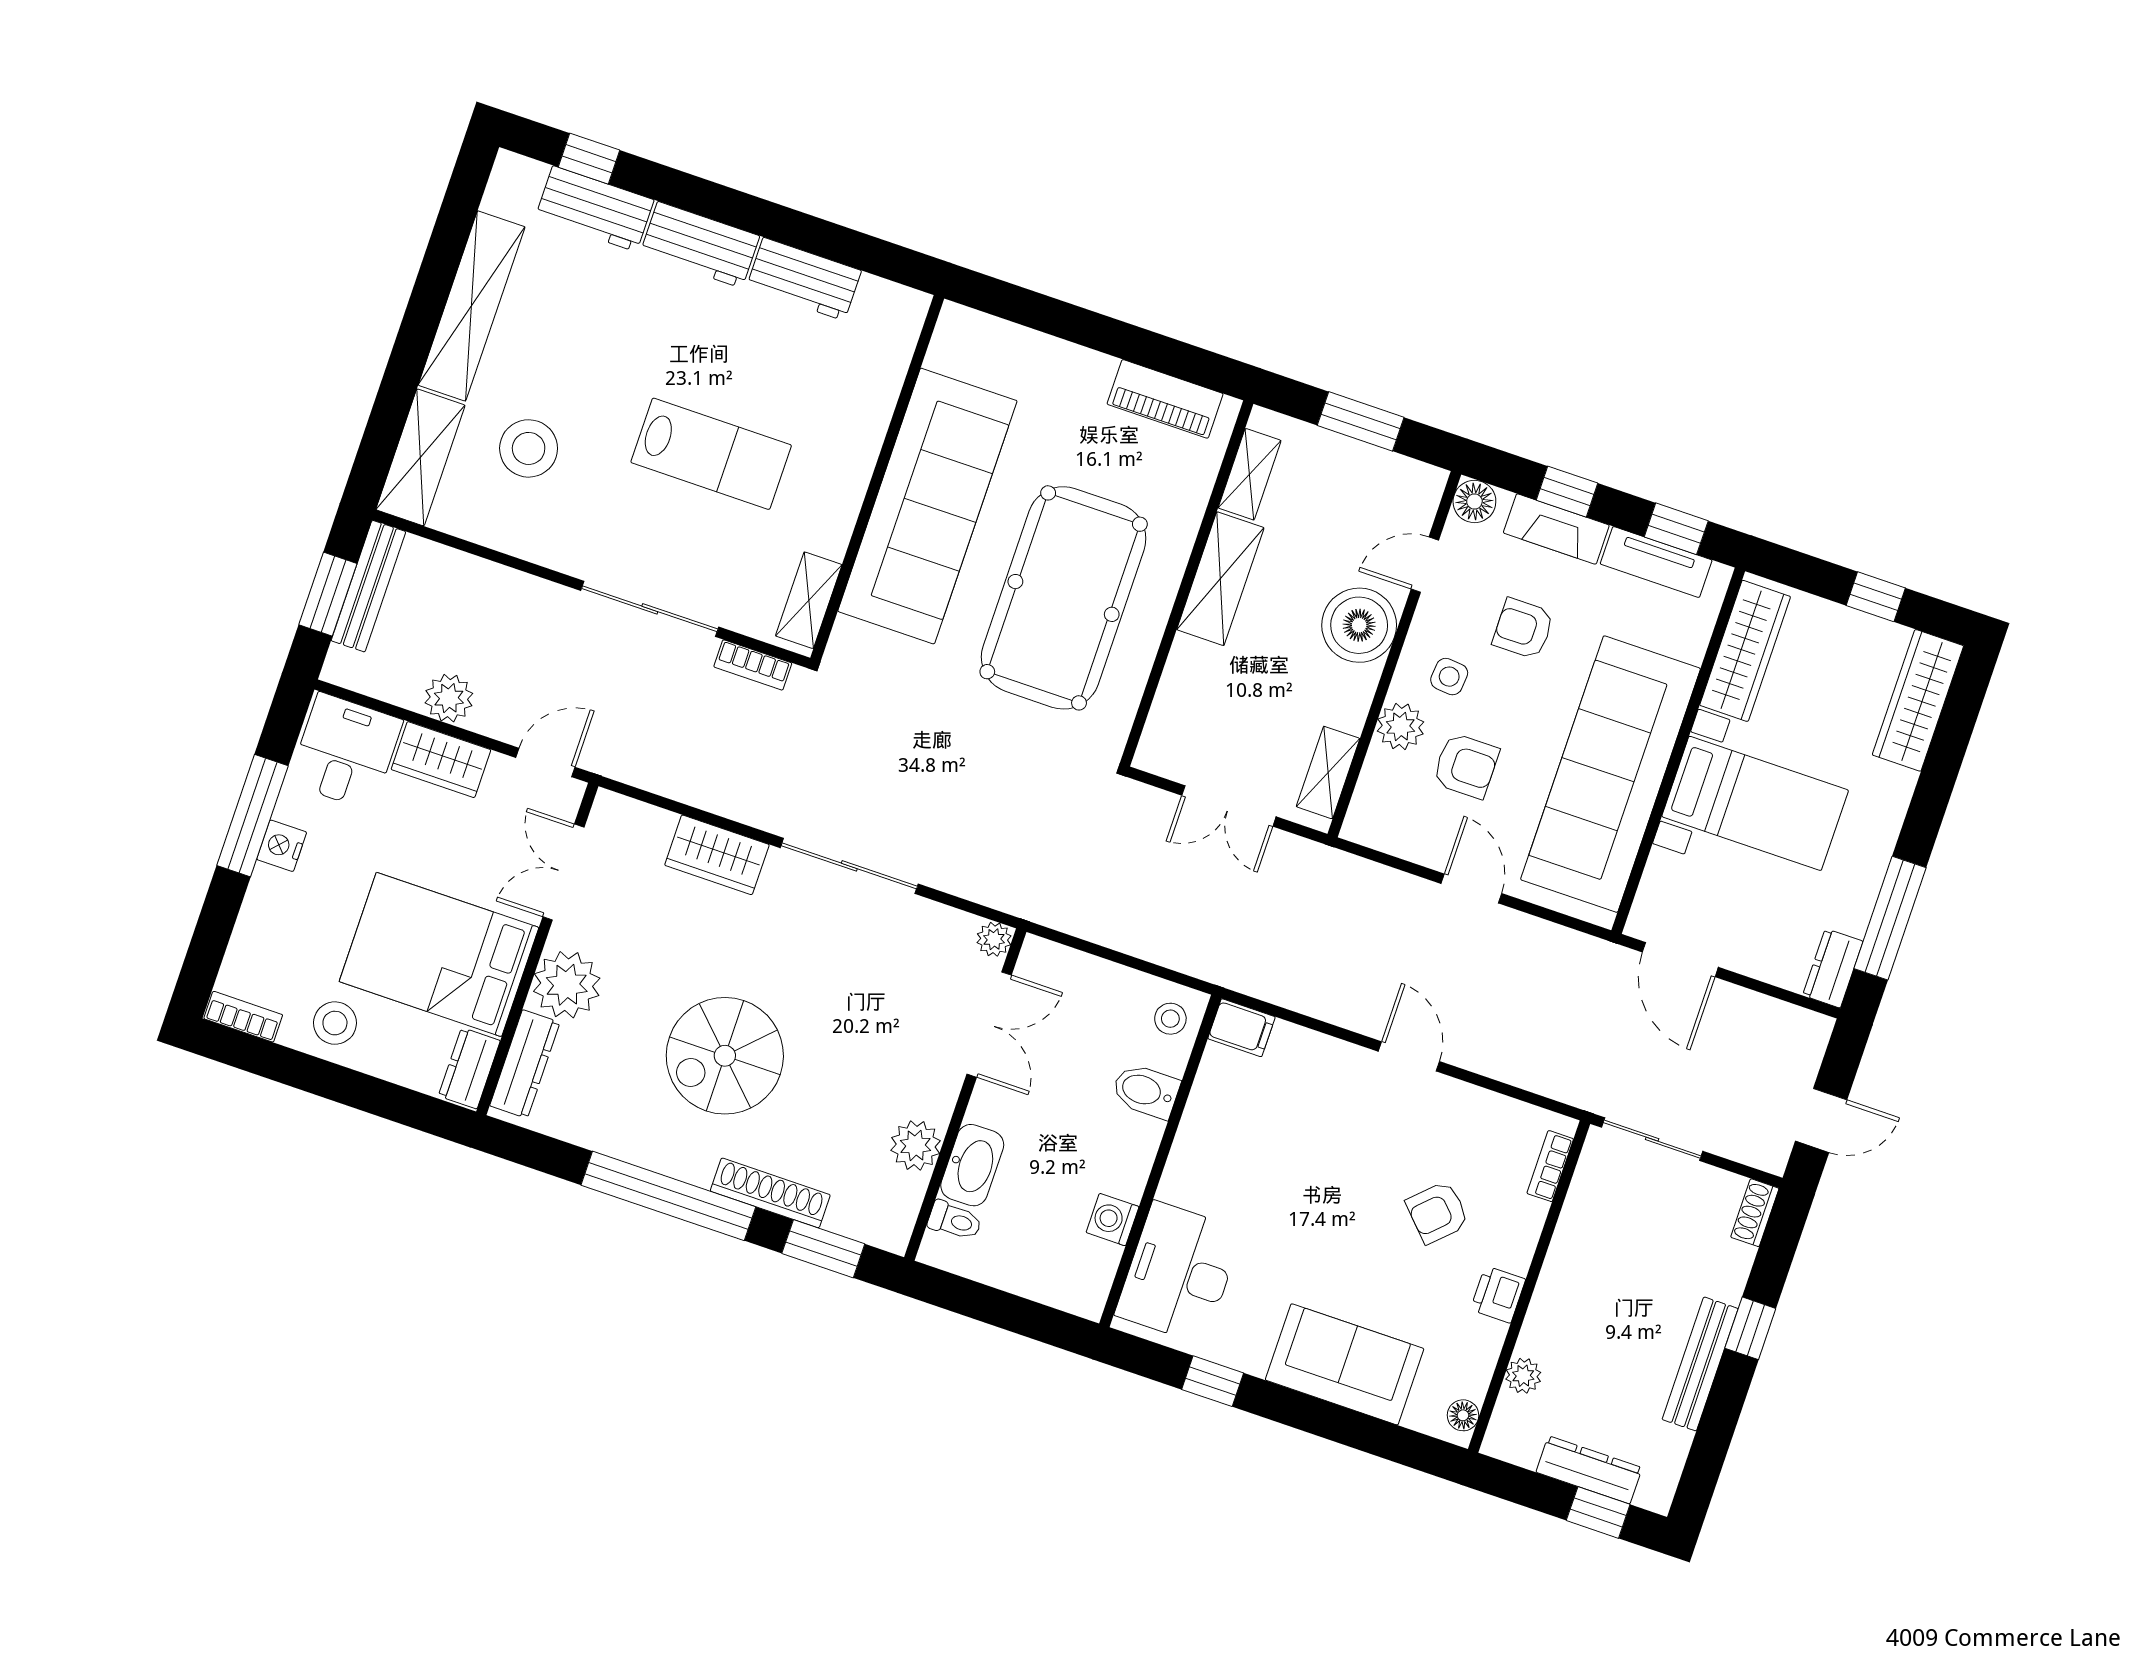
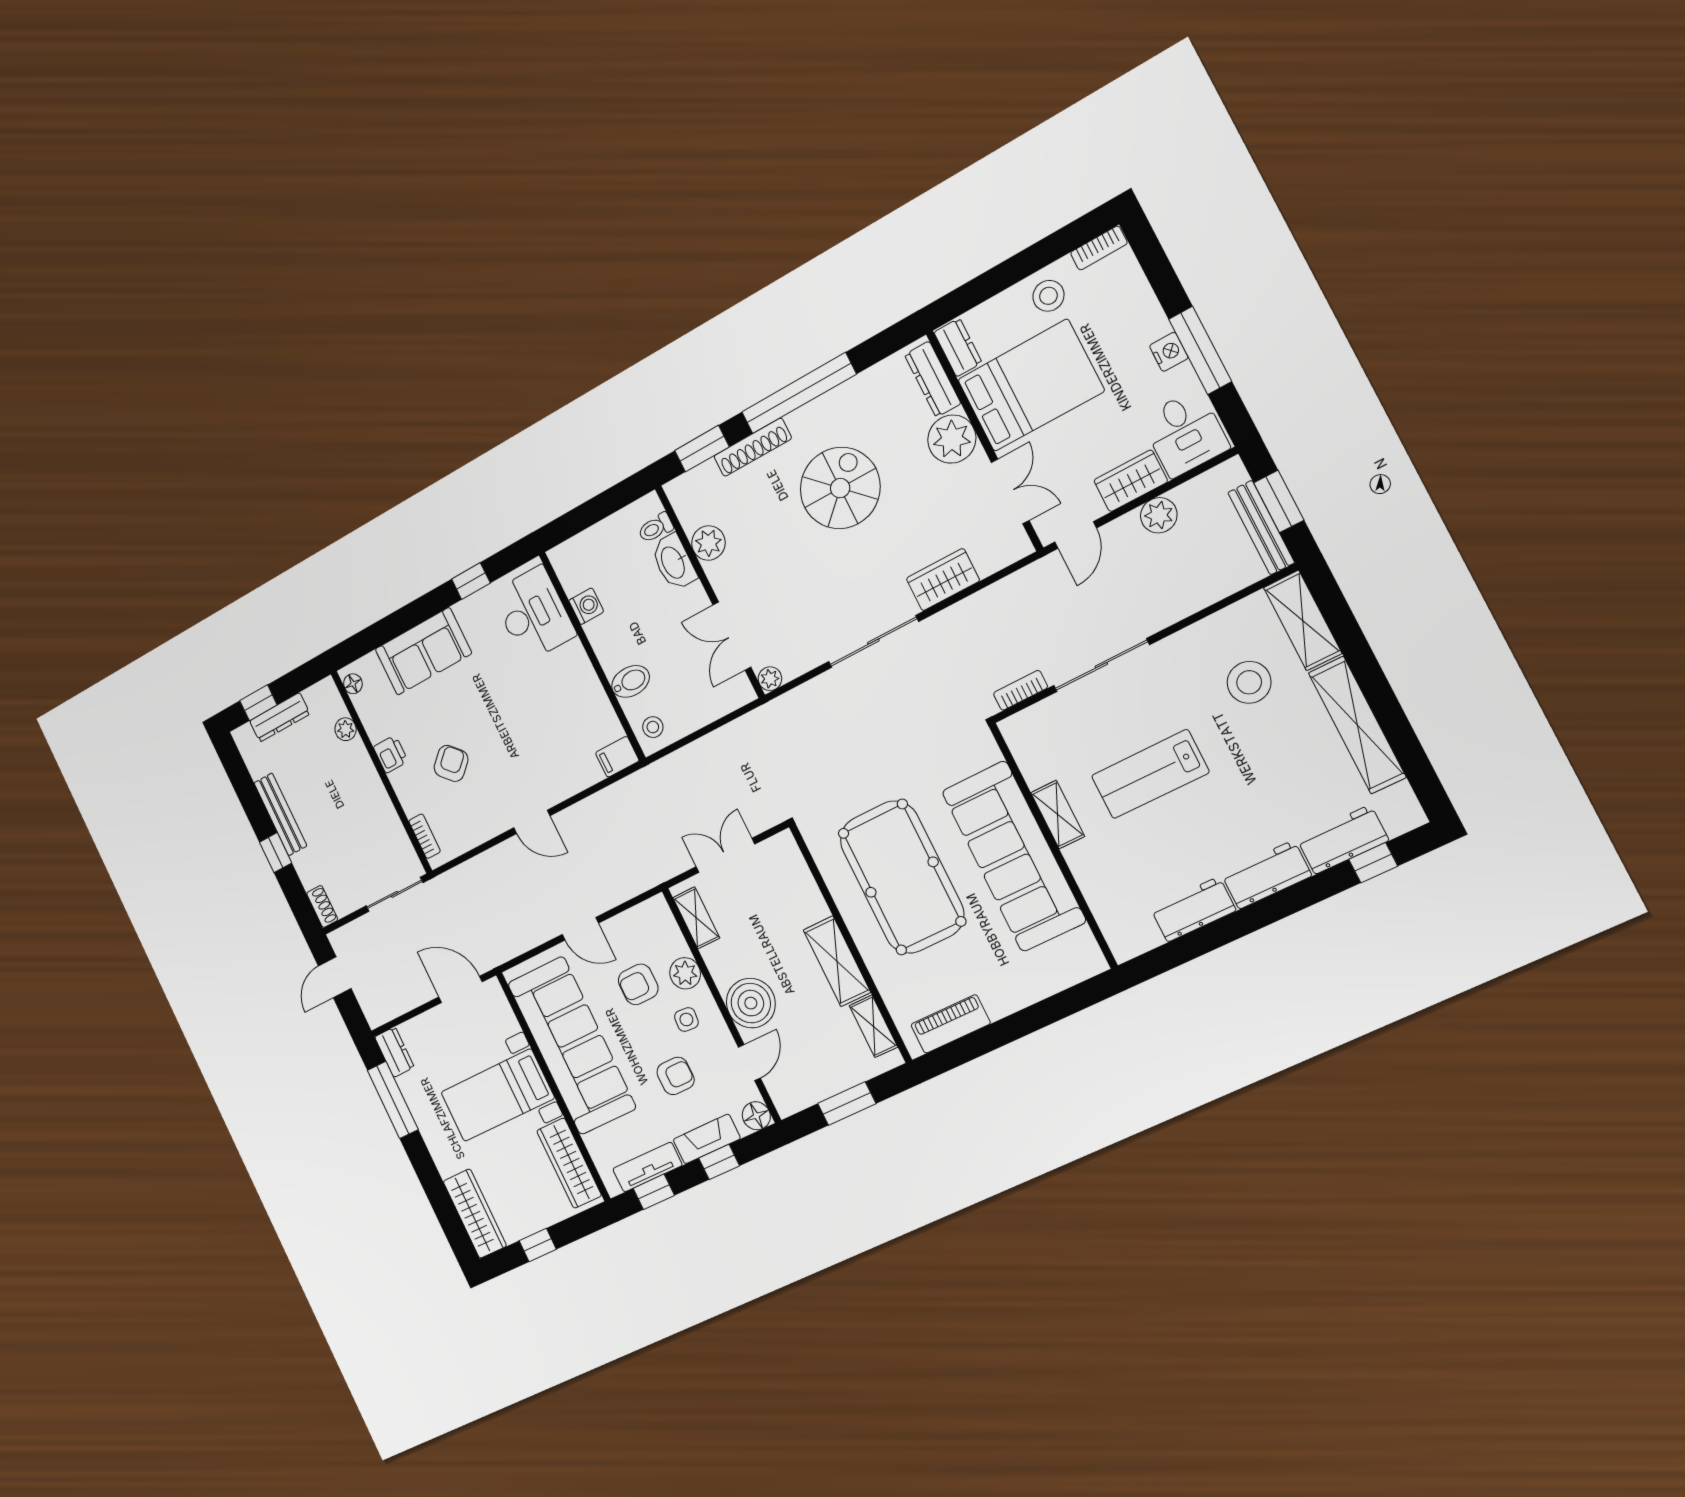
shelving: (809, 600) -> (1058, 814), moved

